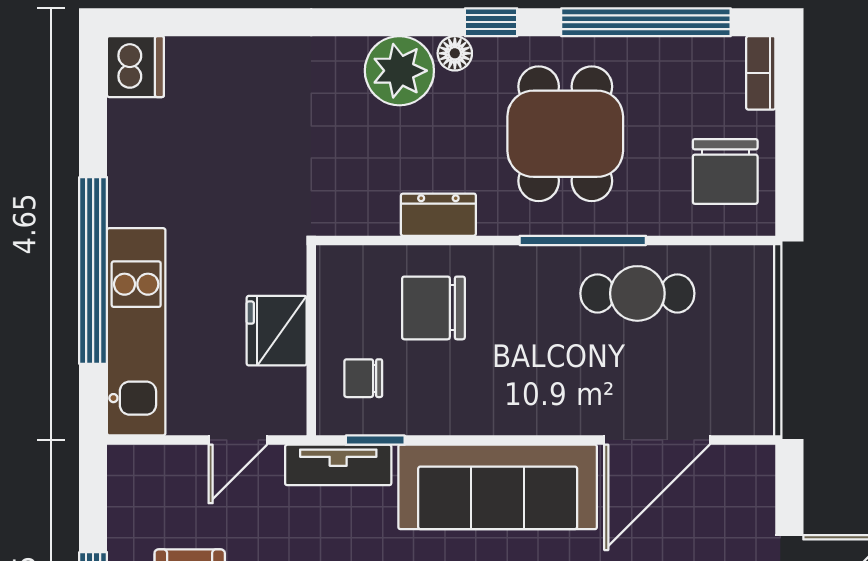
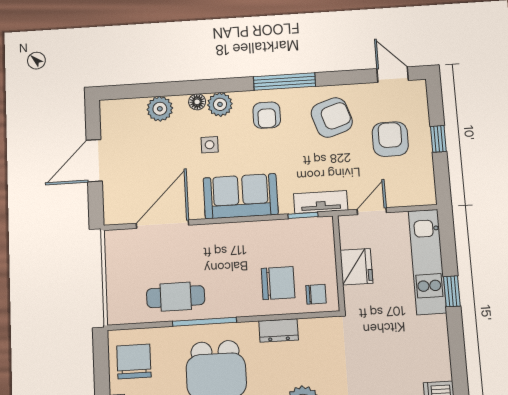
window: (93, 271) -> (452, 291), width x0.32
chair: (363, 378) -> (316, 294), moved
sofa: (498, 487) -> (241, 196), width x0.73

